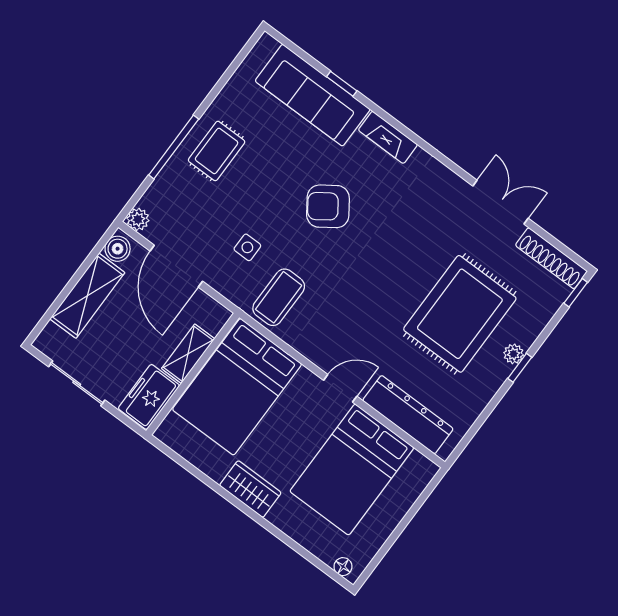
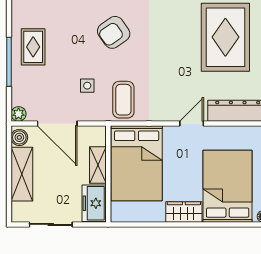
bed: (352, 469) -> (228, 186), moved, turned 180

